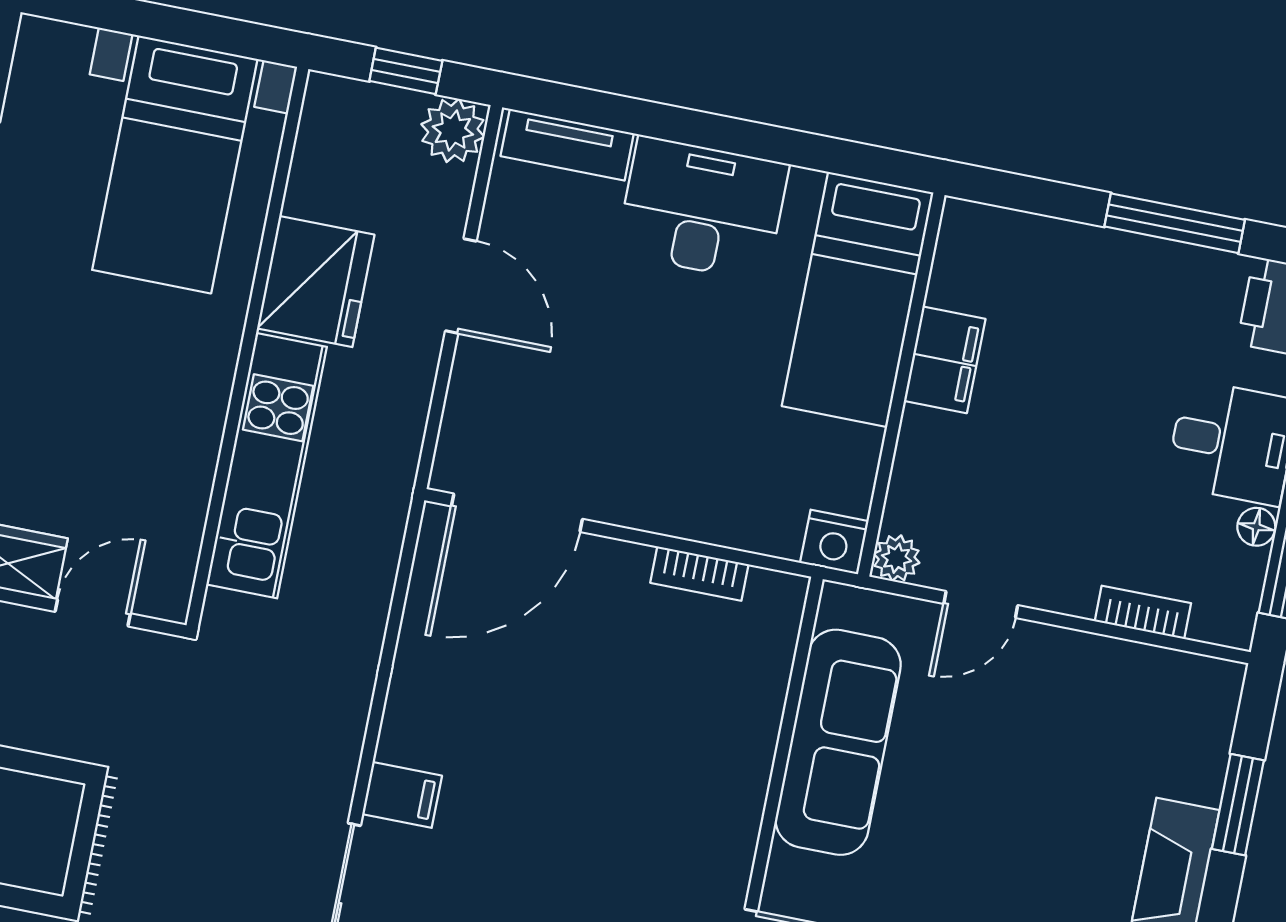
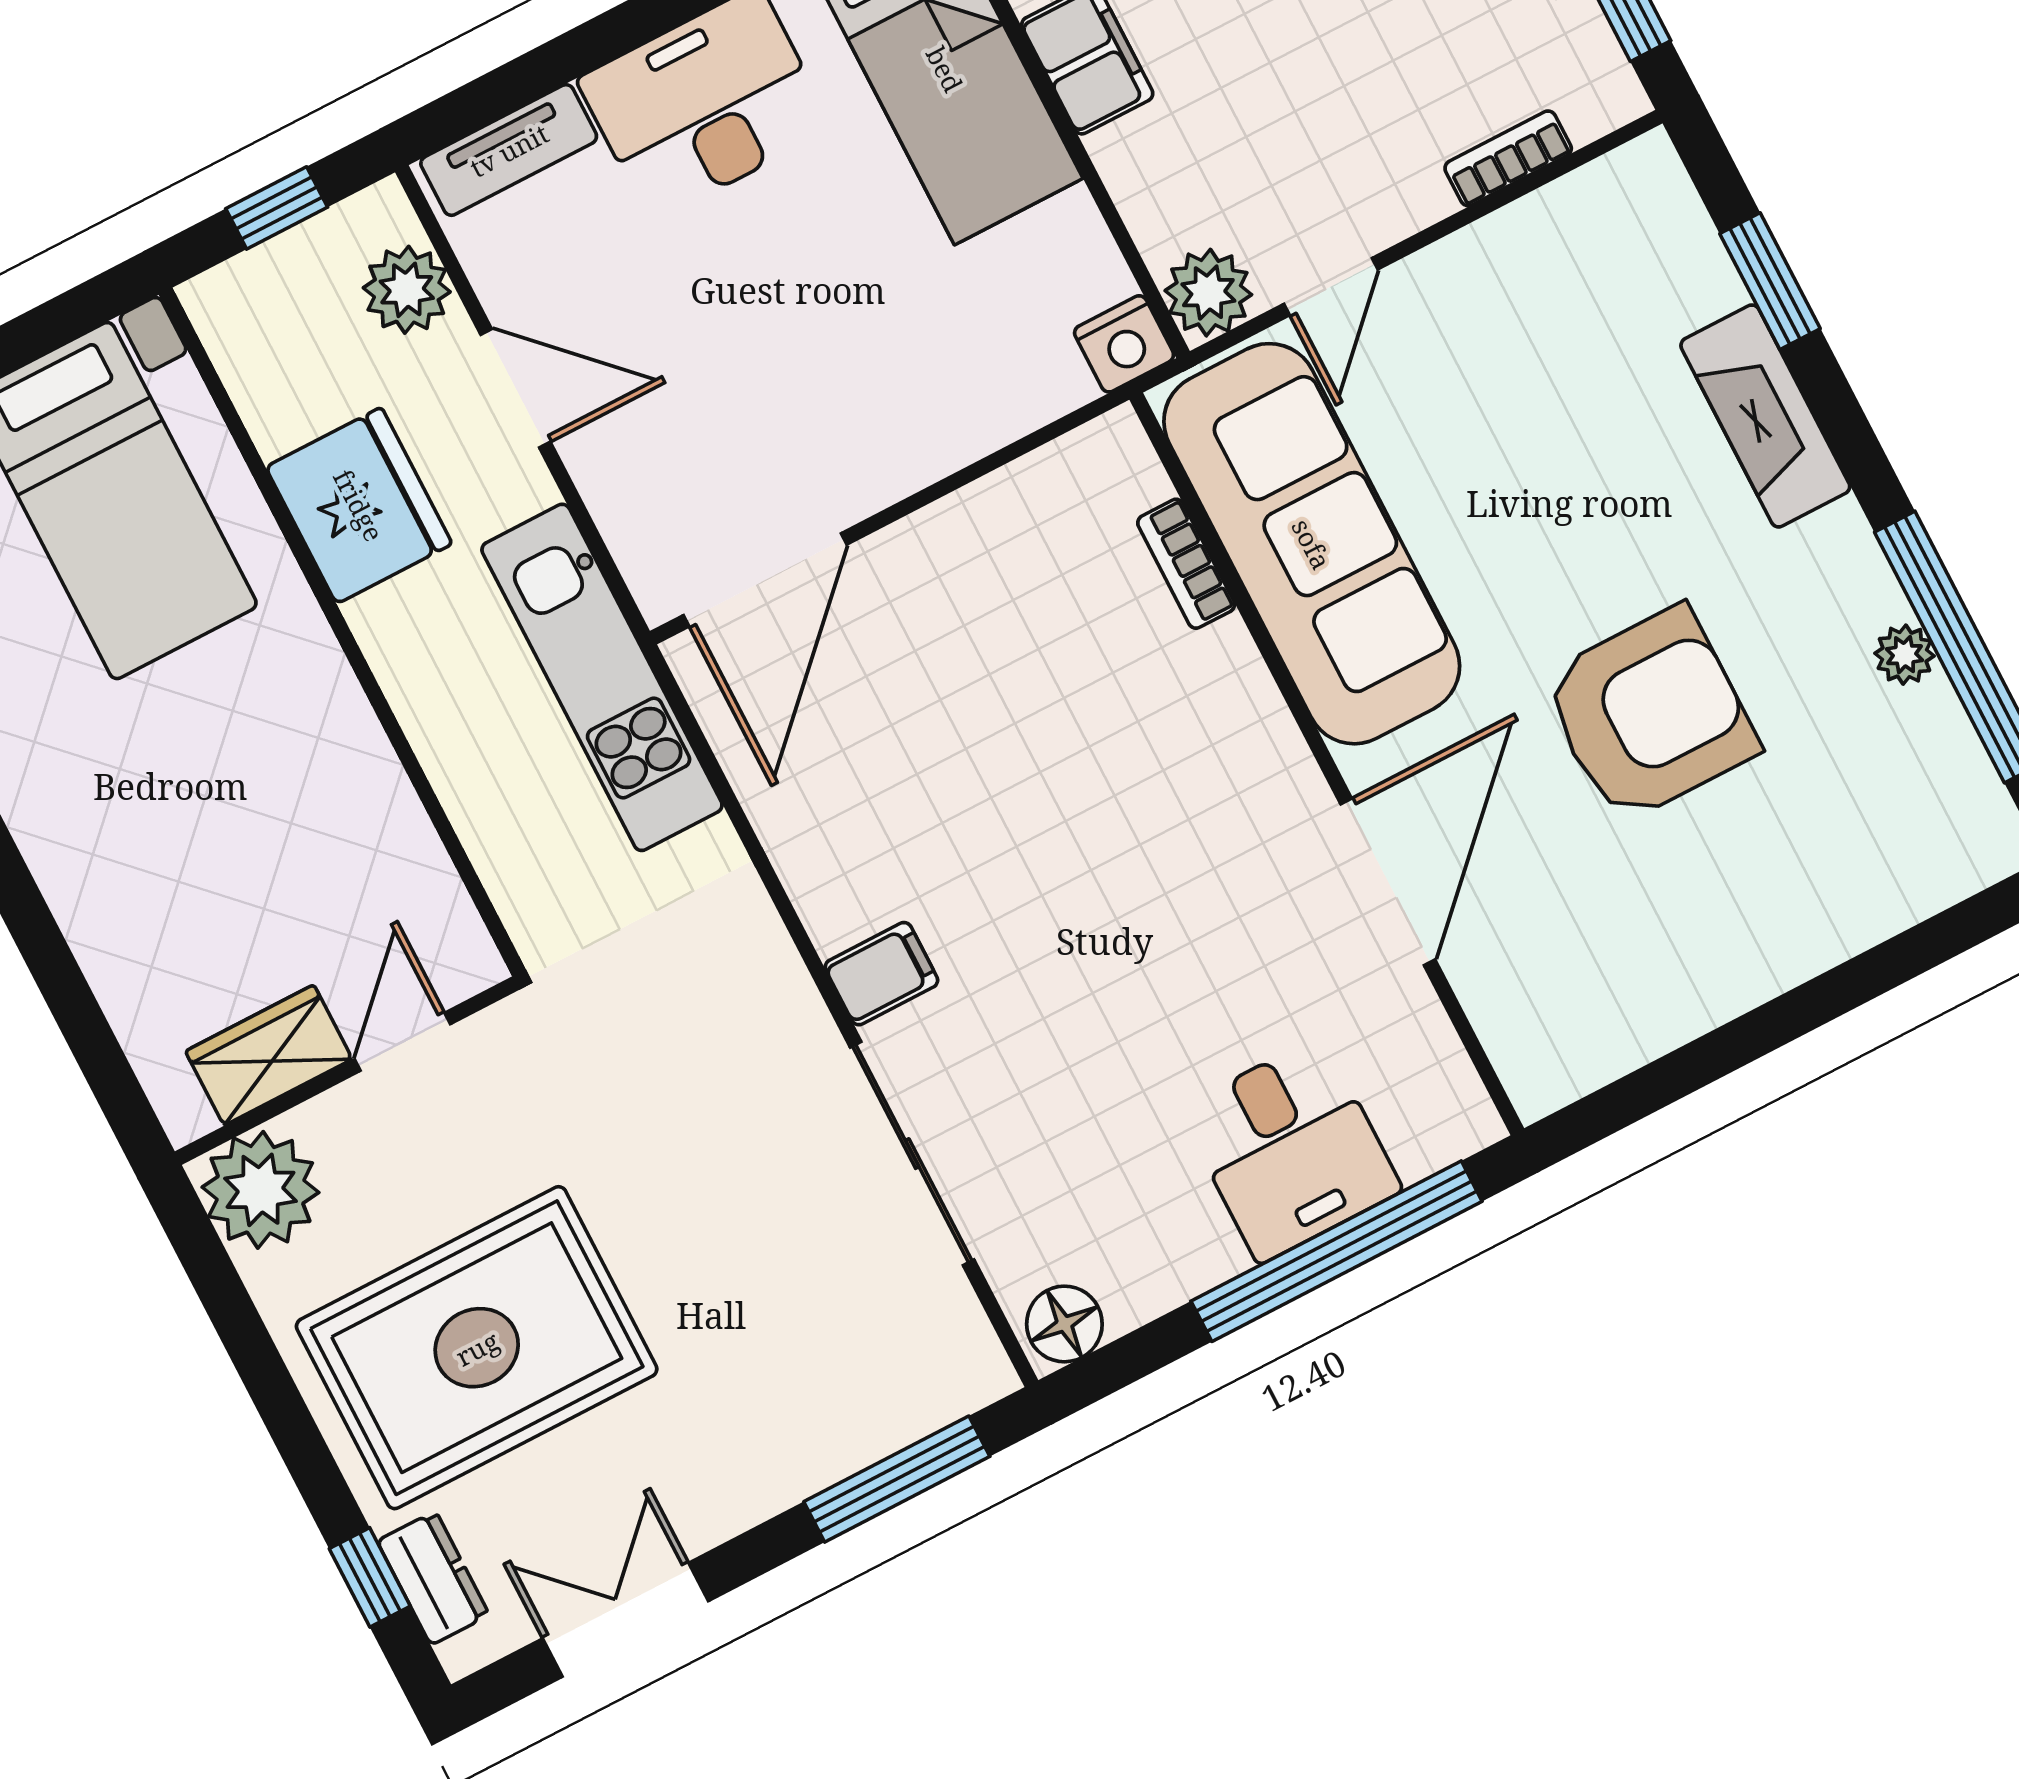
plant: (453, 130) -> (407, 290), moved
kitchen unit: (267, 466) -> (602, 677), moved, turned 180
plant: (897, 558) -> (1208, 293), width x1.38, depth x1.38
bookcase: (699, 574) -> (1186, 564), moved, turned 90
sofa: (838, 742) -> (1312, 544), width x1.36, depth x1.27

